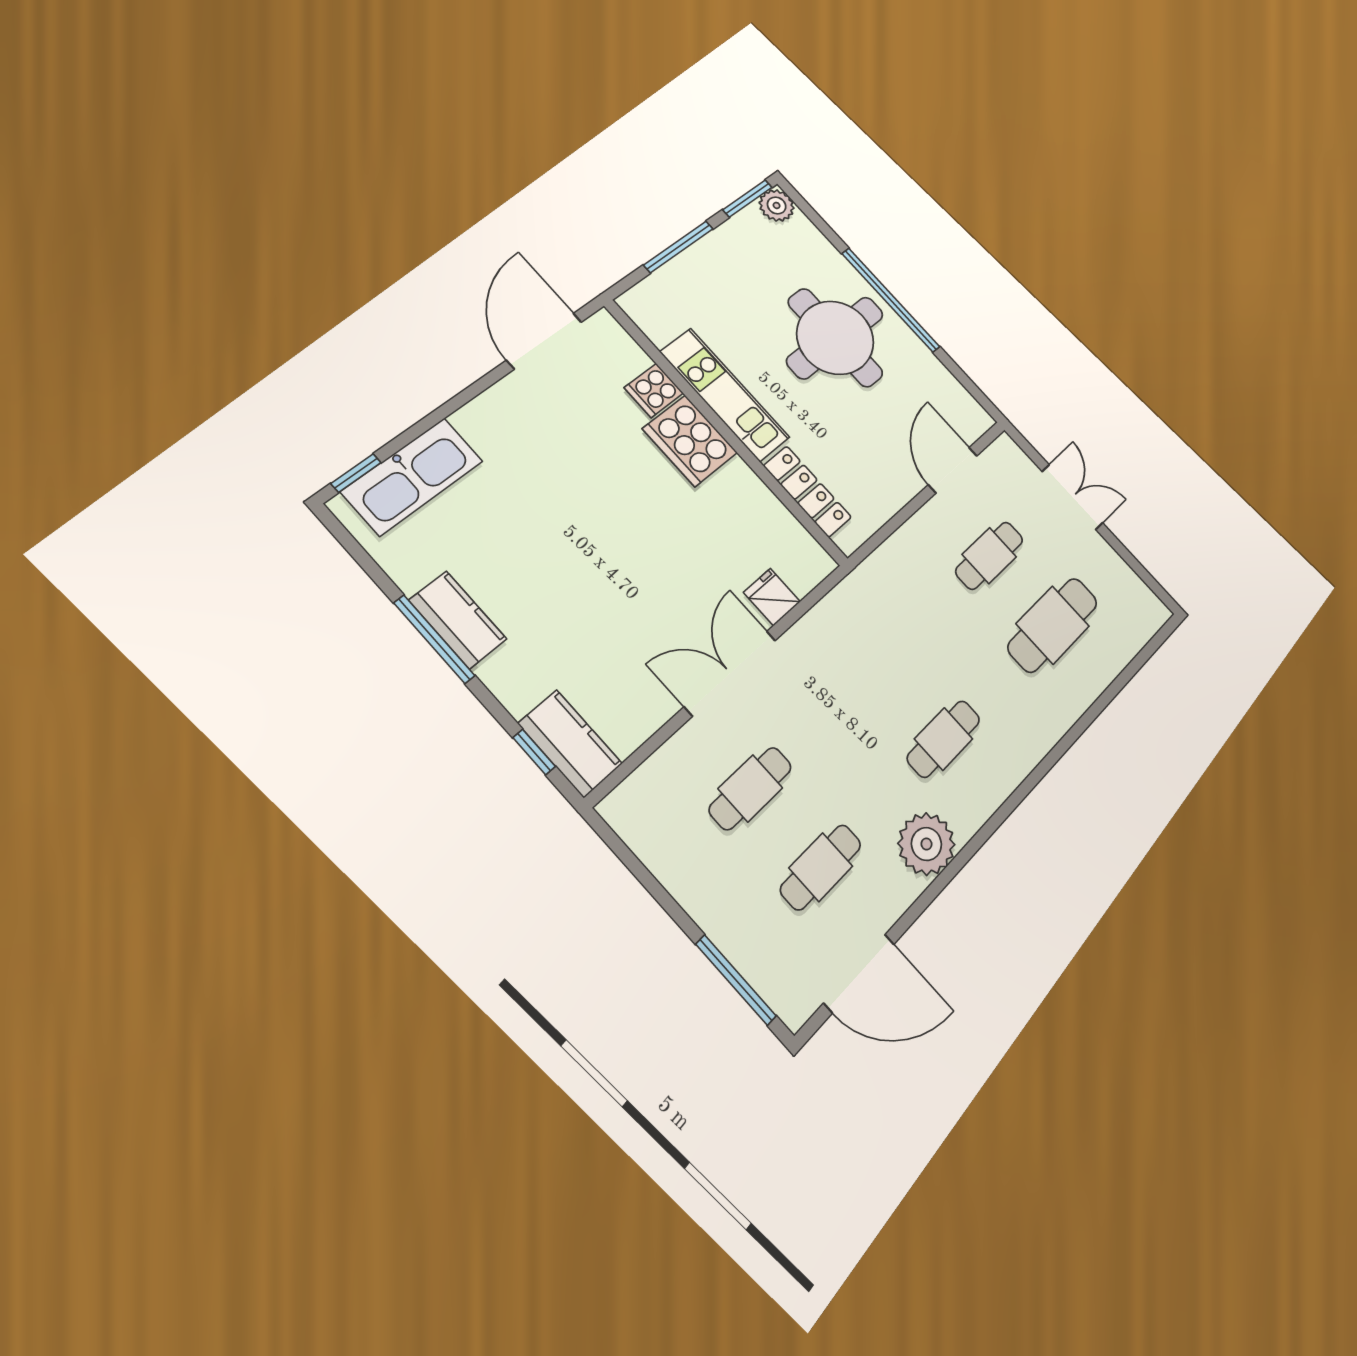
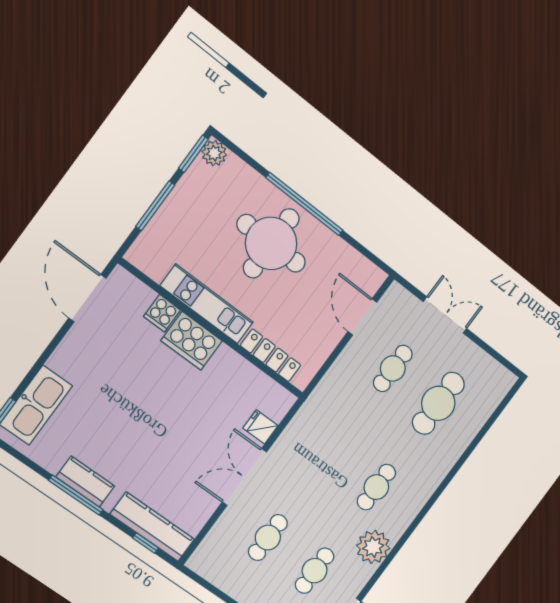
kitchen counter: (570, 744) -> (152, 527), width x1.50

